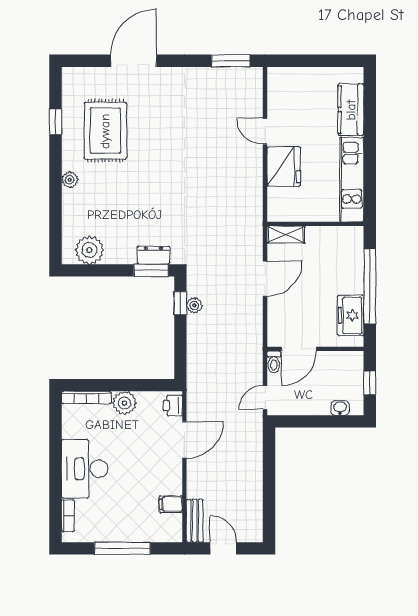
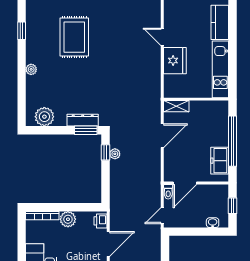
rug: (105, 131) -> (74, 37), moved
dresser: (153, 255) -> (83, 120), width x1.44

